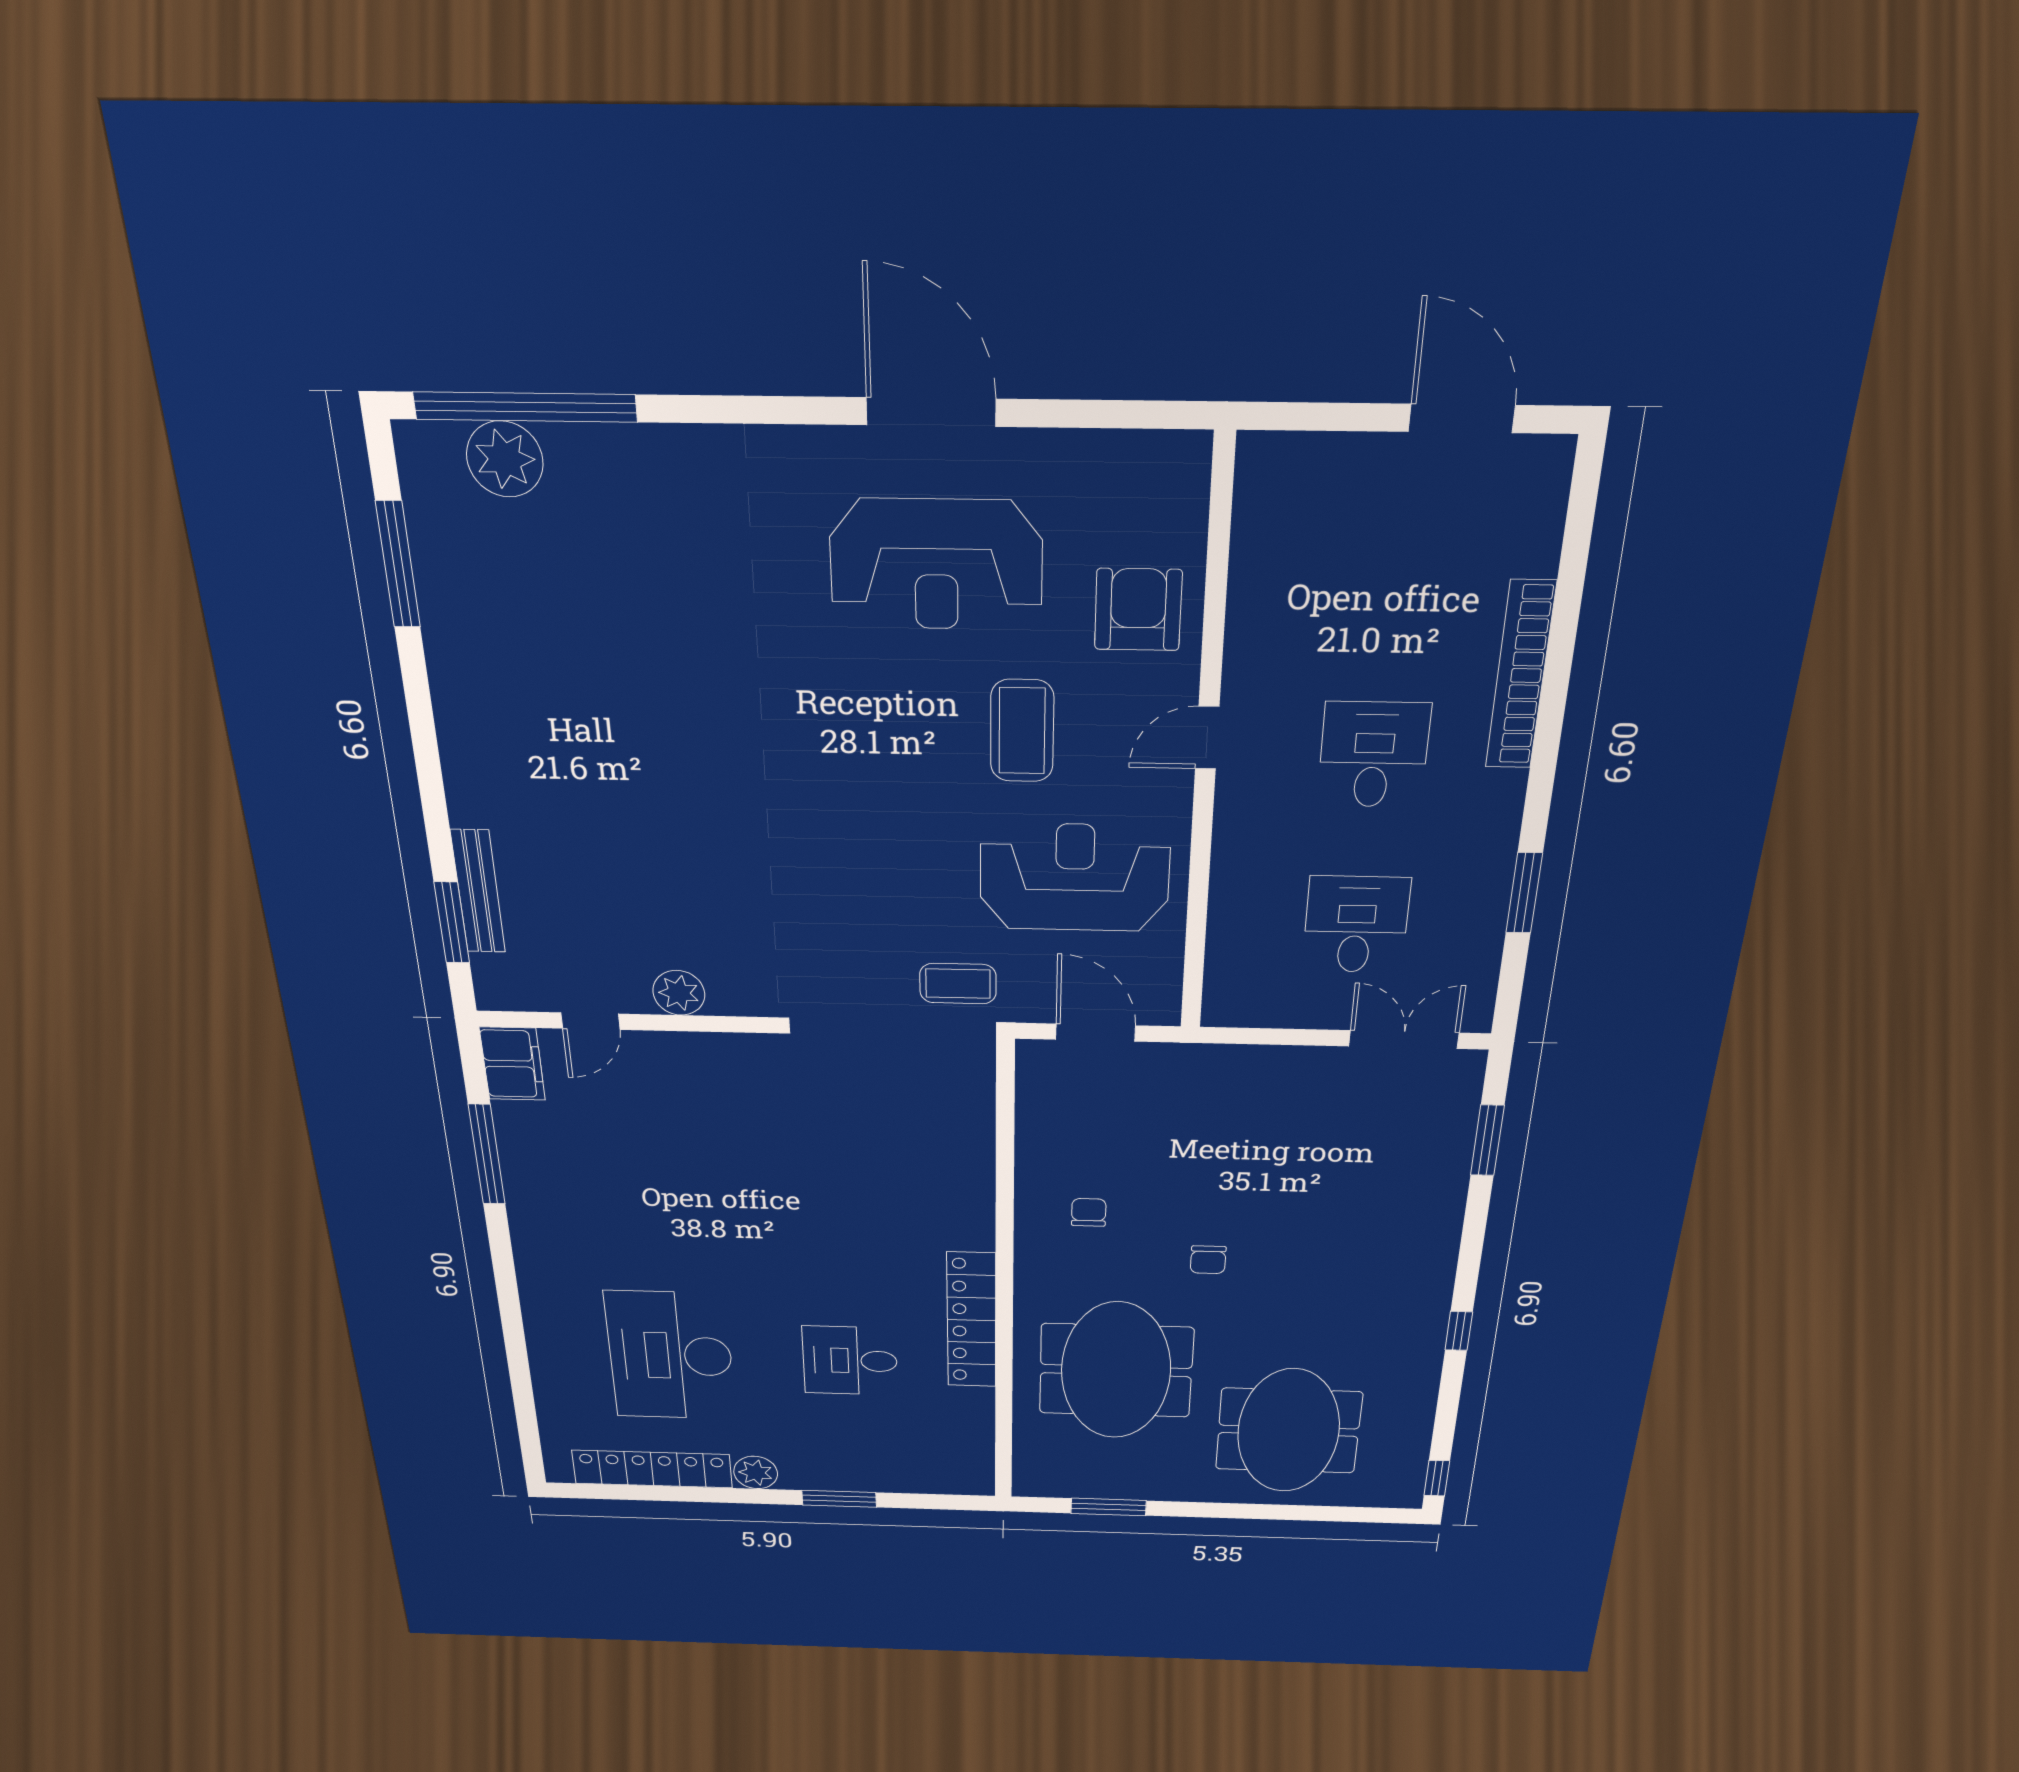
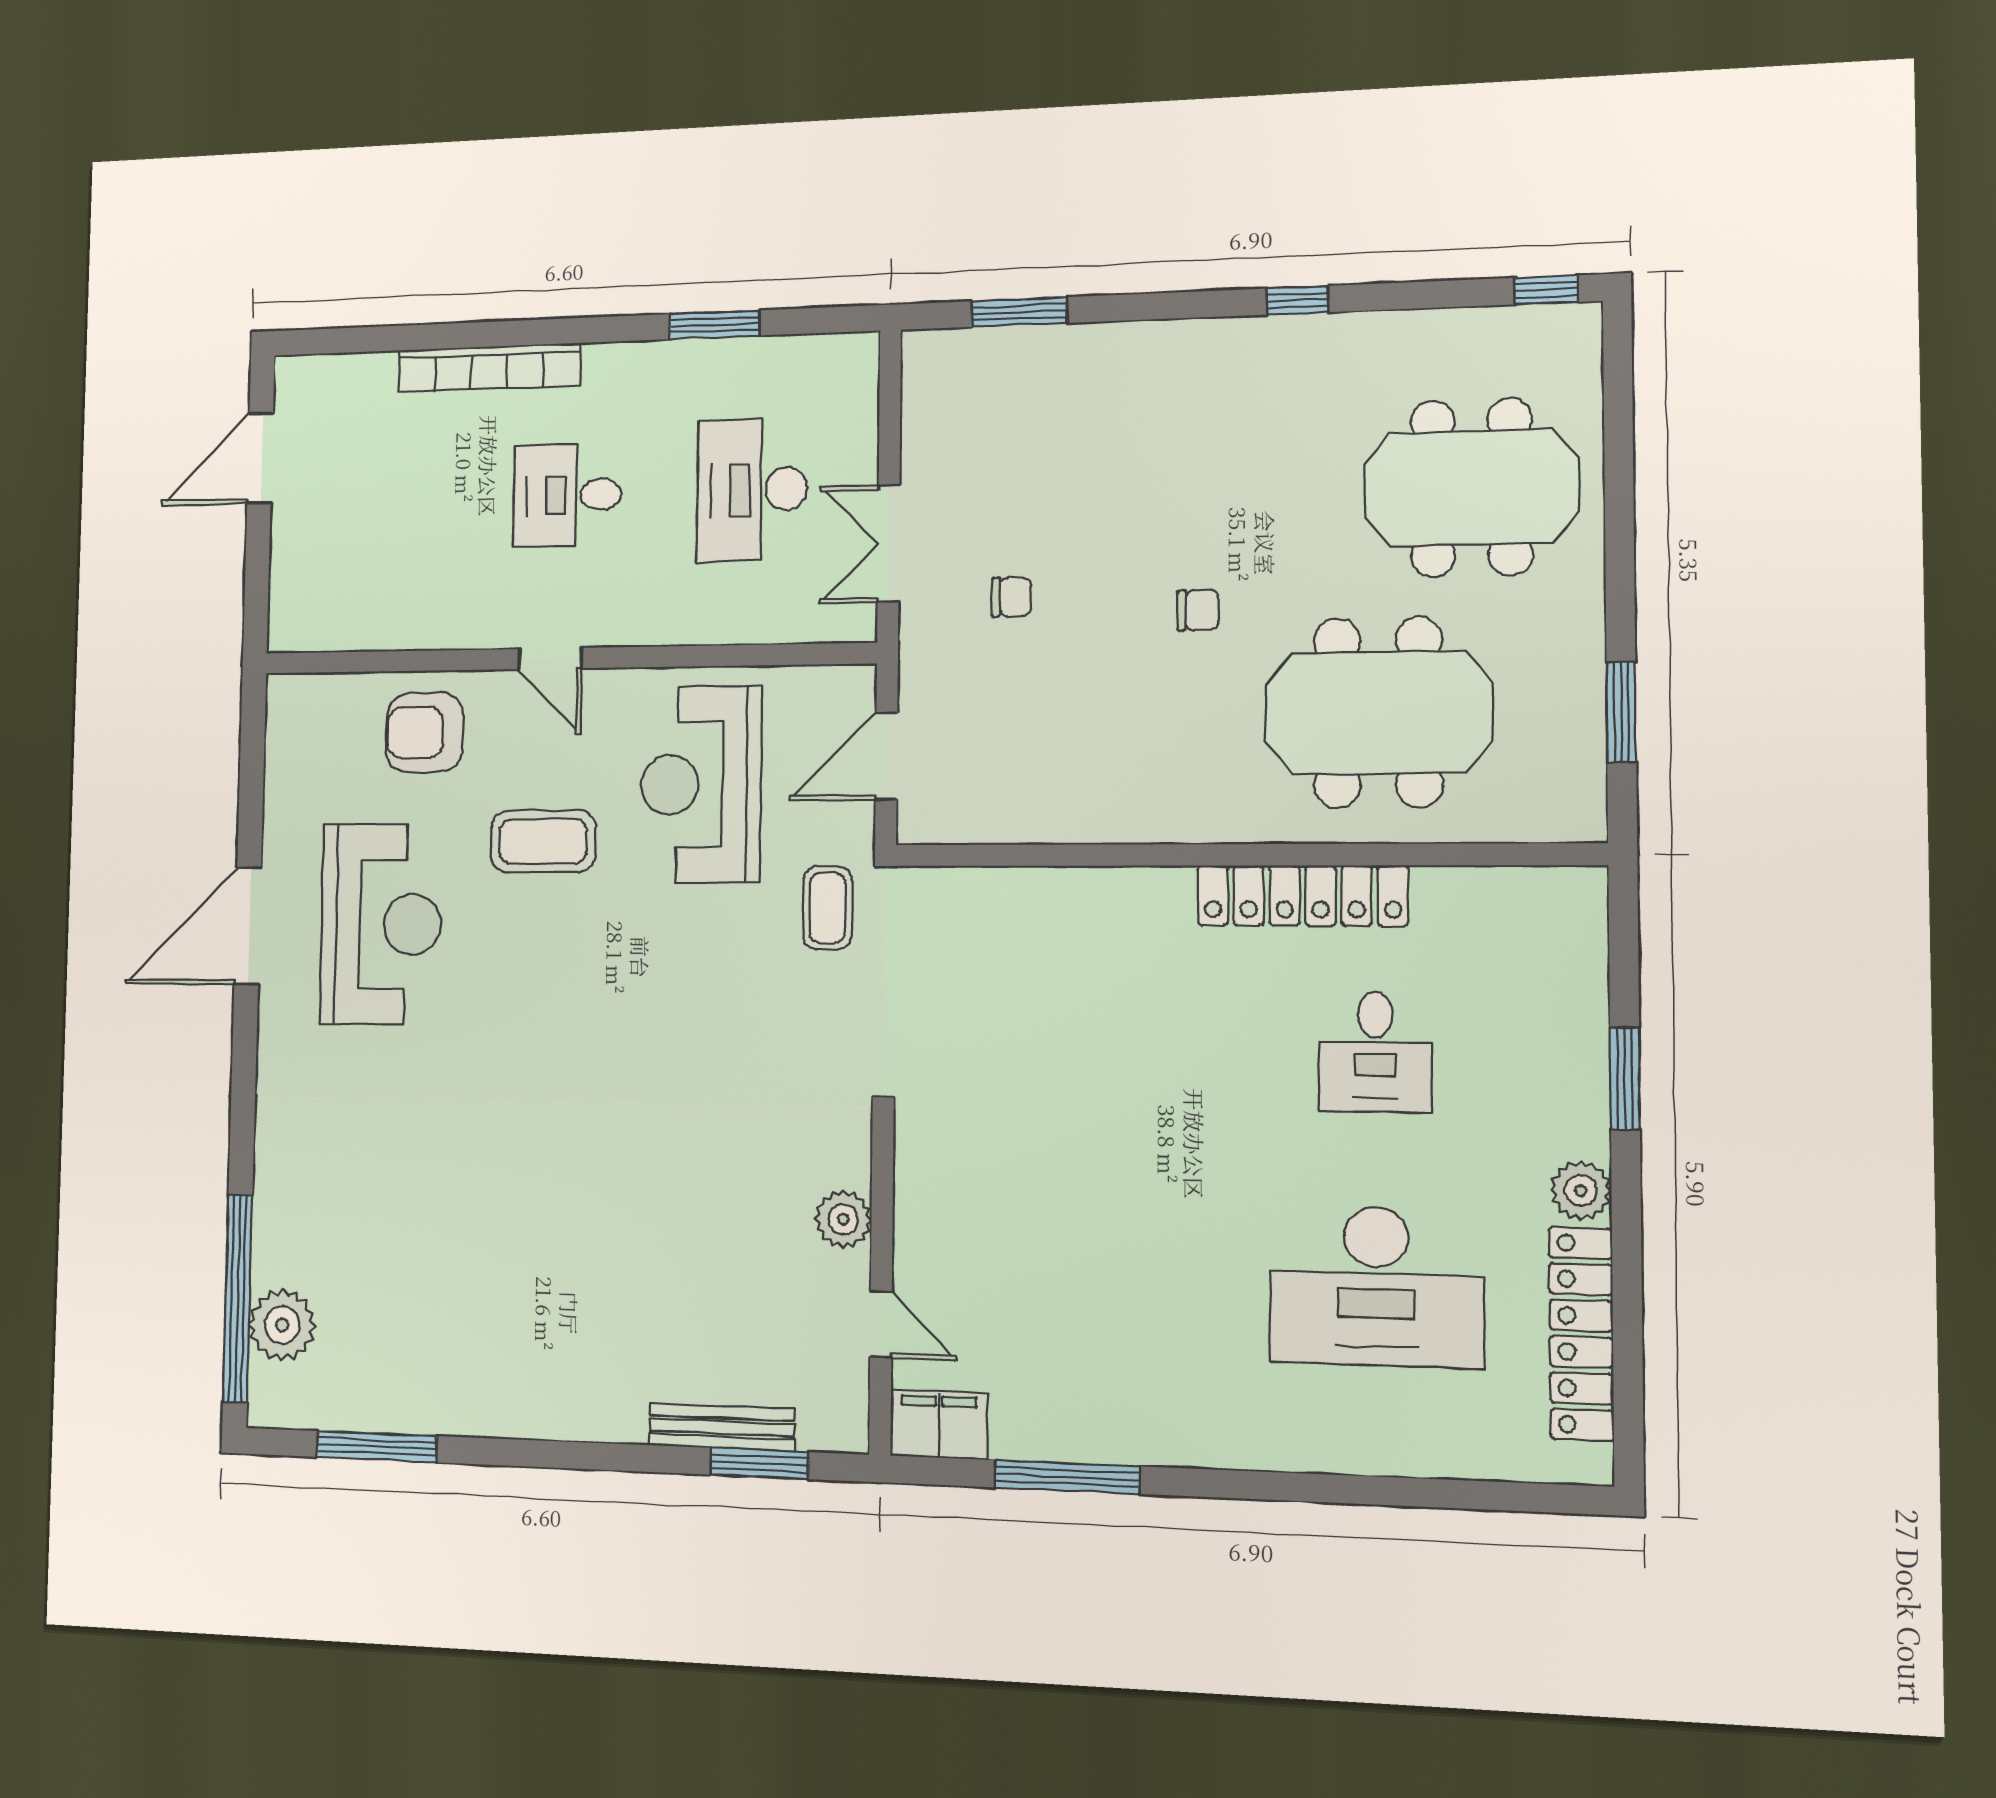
desk: (1356, 925) -> (752, 490), width x1.37
double door: (1404, 1039) -> (888, 544), moved
chair: (1089, 1212) -> (1011, 597), moved, turned 180

